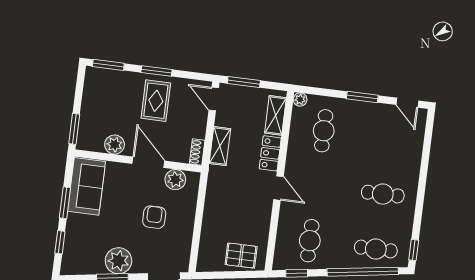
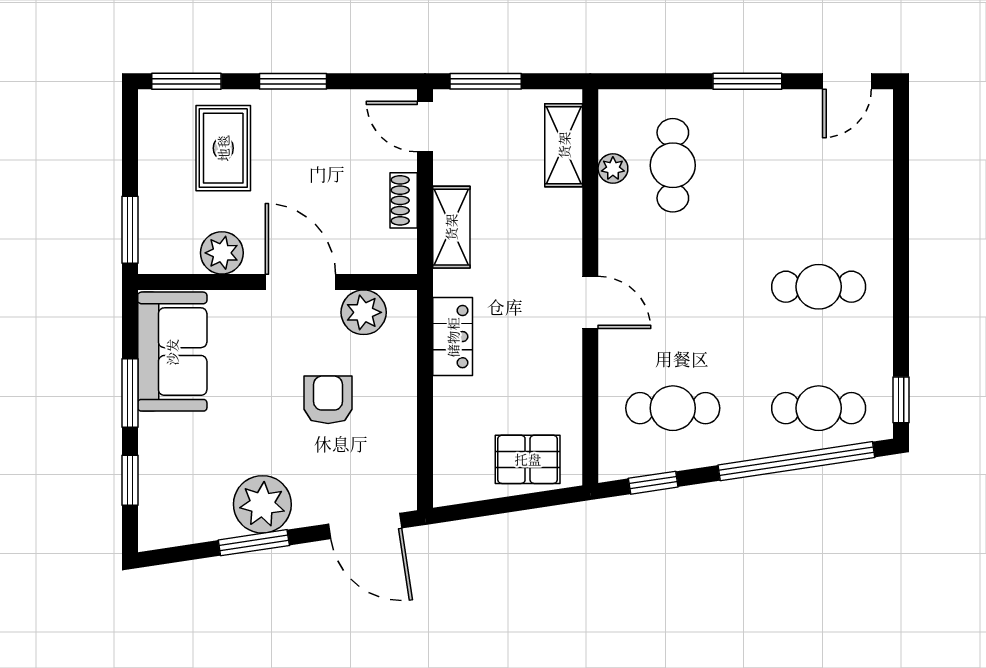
plant: (300, 100) -> (613, 169), moved
rug: (156, 101) -> (223, 148), moved
door: (407, 103) -> (847, 81), hinge flipped
shoe rack: (197, 152) -> (404, 200), moved
locker: (270, 153) -> (453, 337), moved, turned 180
cafe table: (310, 241) -> (673, 408), turned 90

